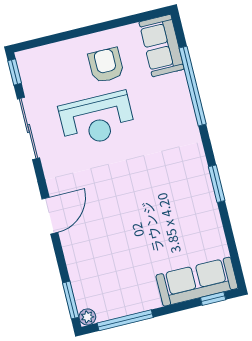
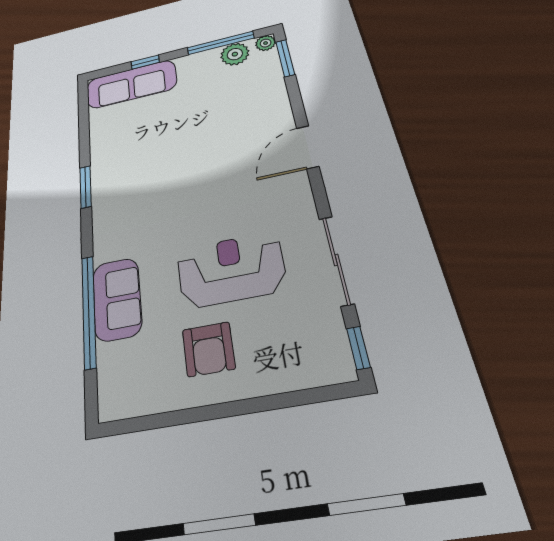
sofa: (162, 46) -> (117, 299), moved
window: (213, 299) -> (145, 62), moved
plant: (112, 307) -> (235, 54), added

